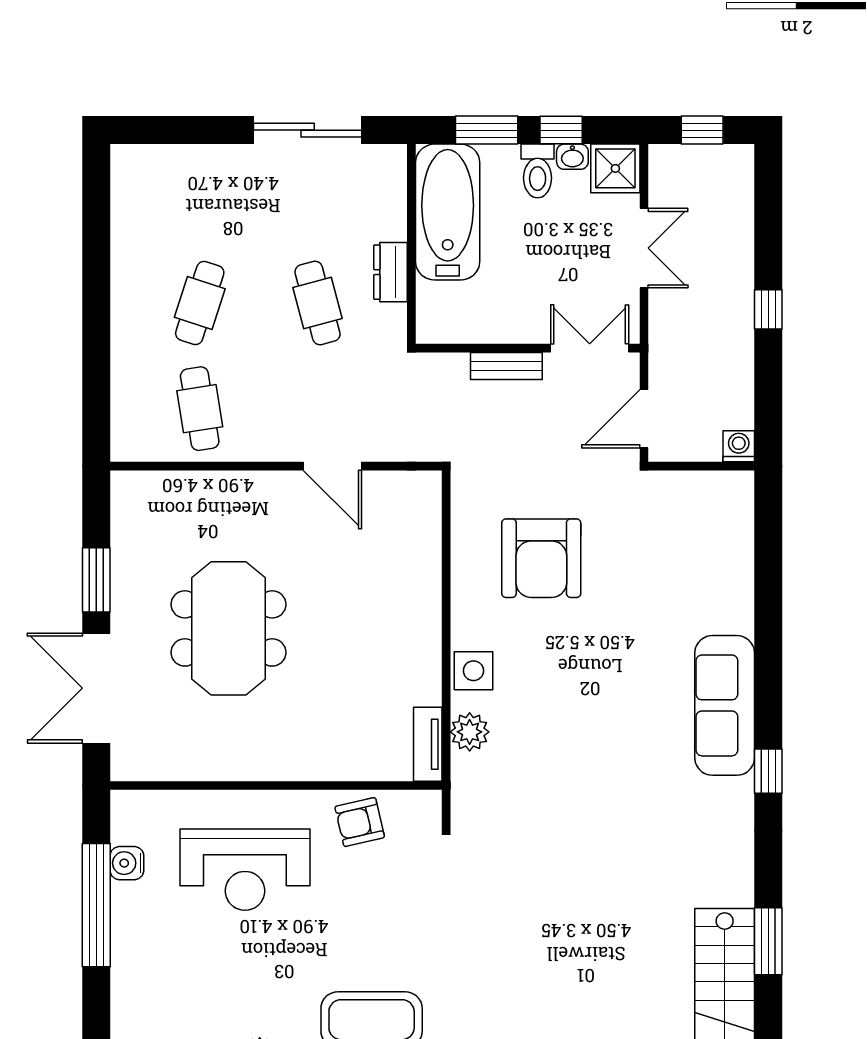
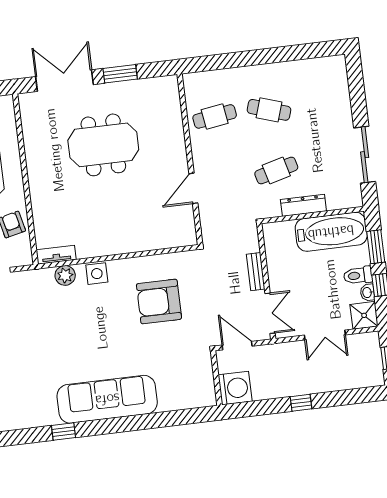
dresser: (391, 272) -> (303, 205), width x1.44
washing machine: (739, 446) -> (235, 388), width x1.89, depth x1.89
sofa: (725, 705) -> (107, 399), width x1.36, depth x1.27

